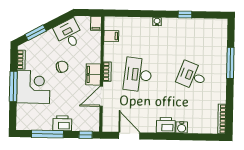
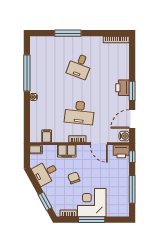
window: (185, 14) -> (27, 73), width x3.17
filing cabinet: (93, 74) -> (67, 151), moved
printer: (62, 123) -> (121, 151), moved, turned -90
water cooler: (182, 127) -> (124, 136), moved
window: (162, 136) -> (132, 91), added

